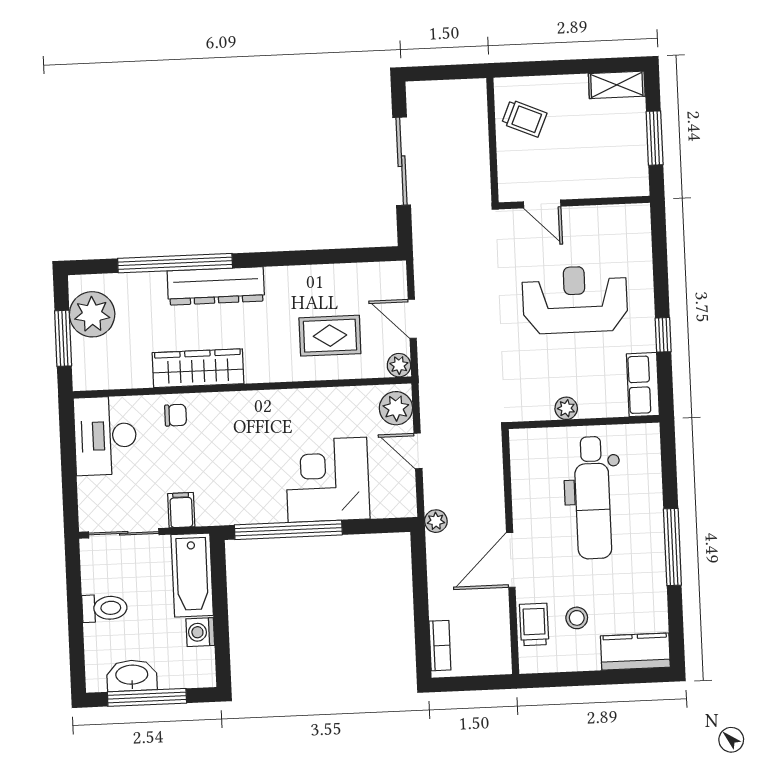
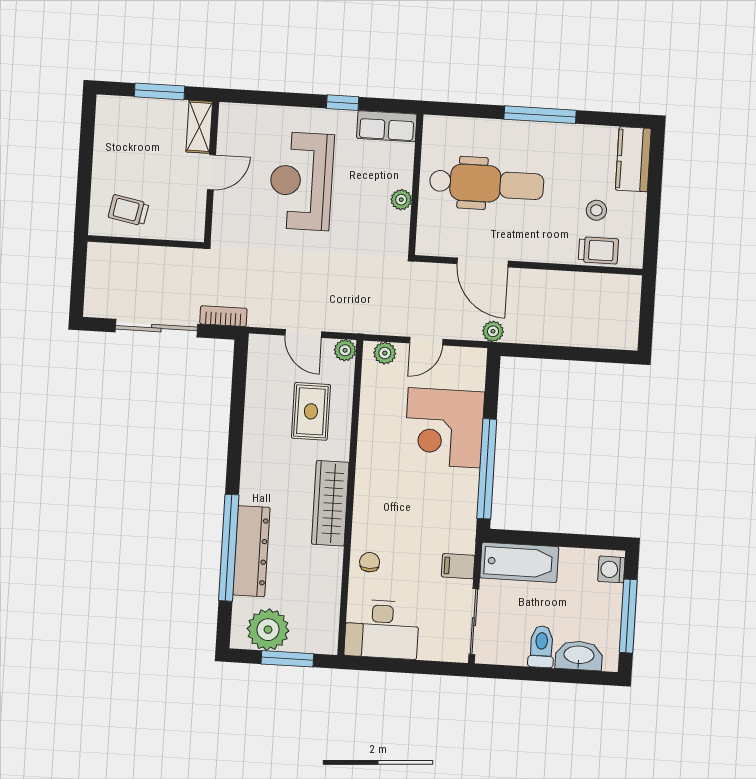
shelving: (617, 85) -> (199, 127), moved
trolley: (524, 118) -> (129, 210), turned -102
door: (542, 204) -> (211, 172), moved
dresser: (216, 286) -> (251, 551), moved
door: (412, 319) -> (303, 334), hinge flipped
wardrobe: (198, 368) -> (330, 503), moved
plant: (396, 408) -> (385, 353), width x0.73, depth x0.73
door: (511, 560) -> (483, 262), moved
trolley: (534, 624) -> (598, 250), turned 180
washing machine: (200, 632) -> (611, 569), moved, turned 90
bookcase: (440, 646) -> (223, 316), moved
washbasin: (132, 676) -> (579, 656), moved, turned 90

